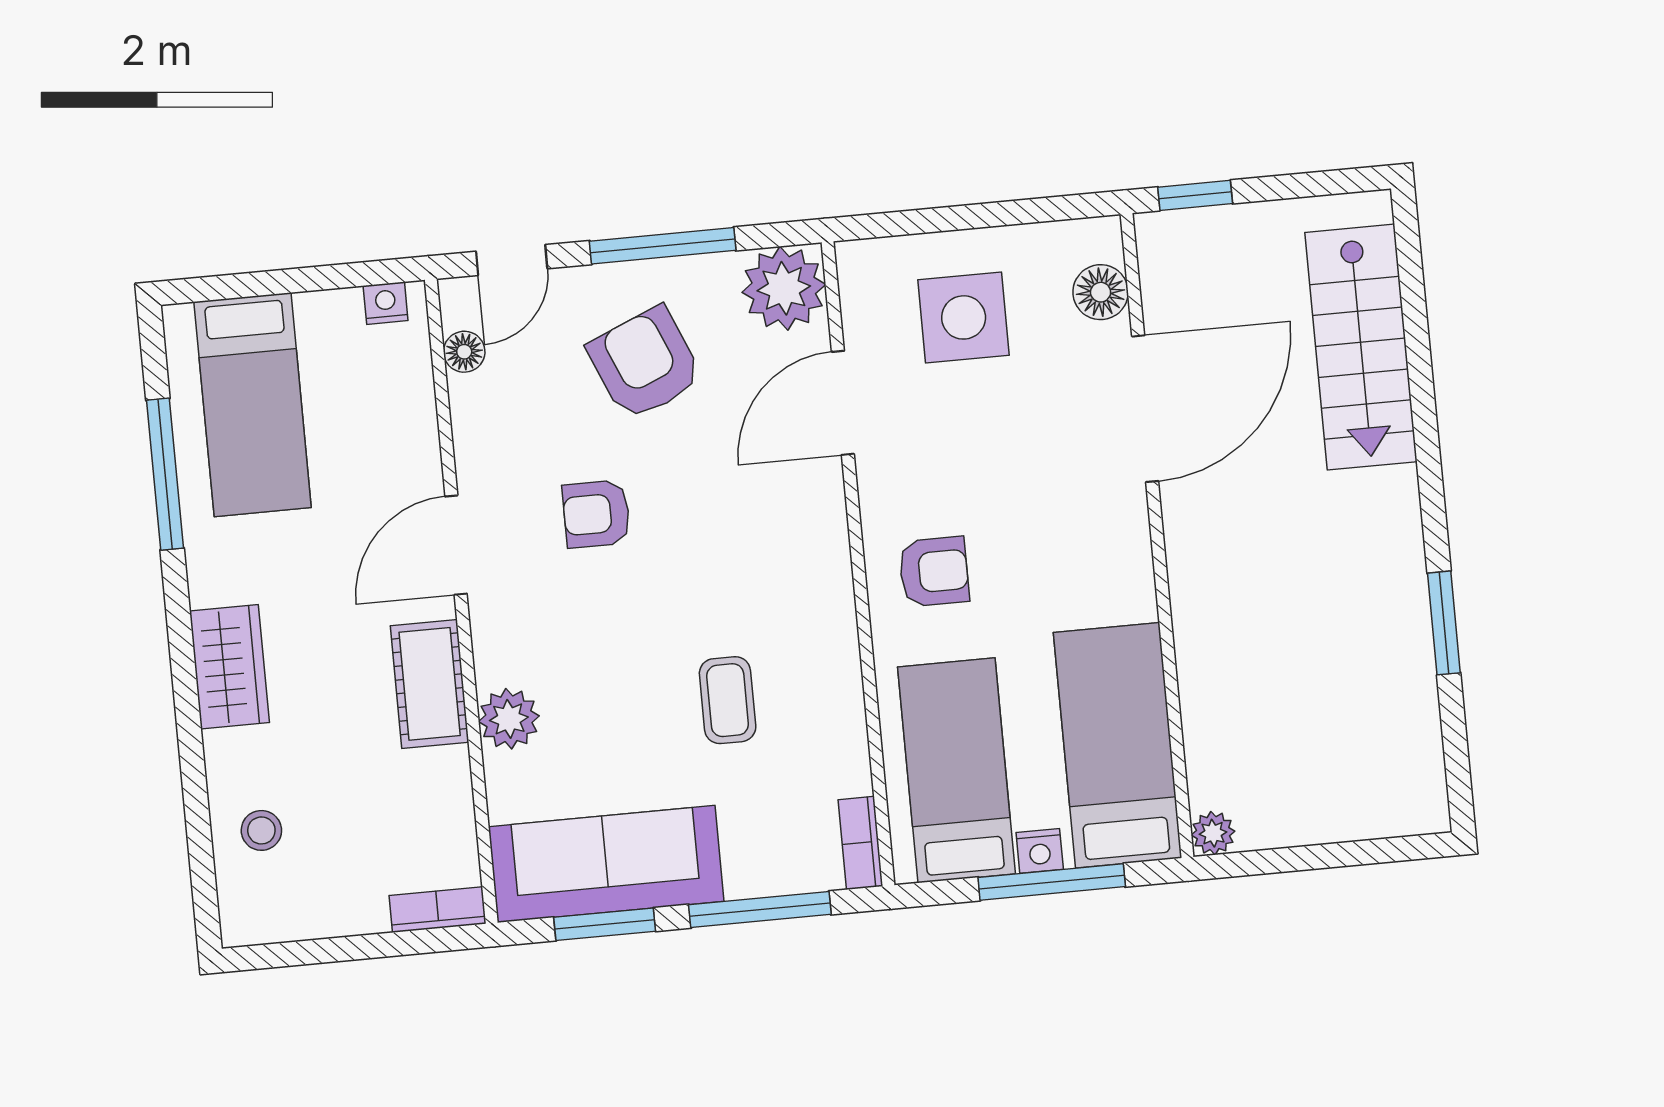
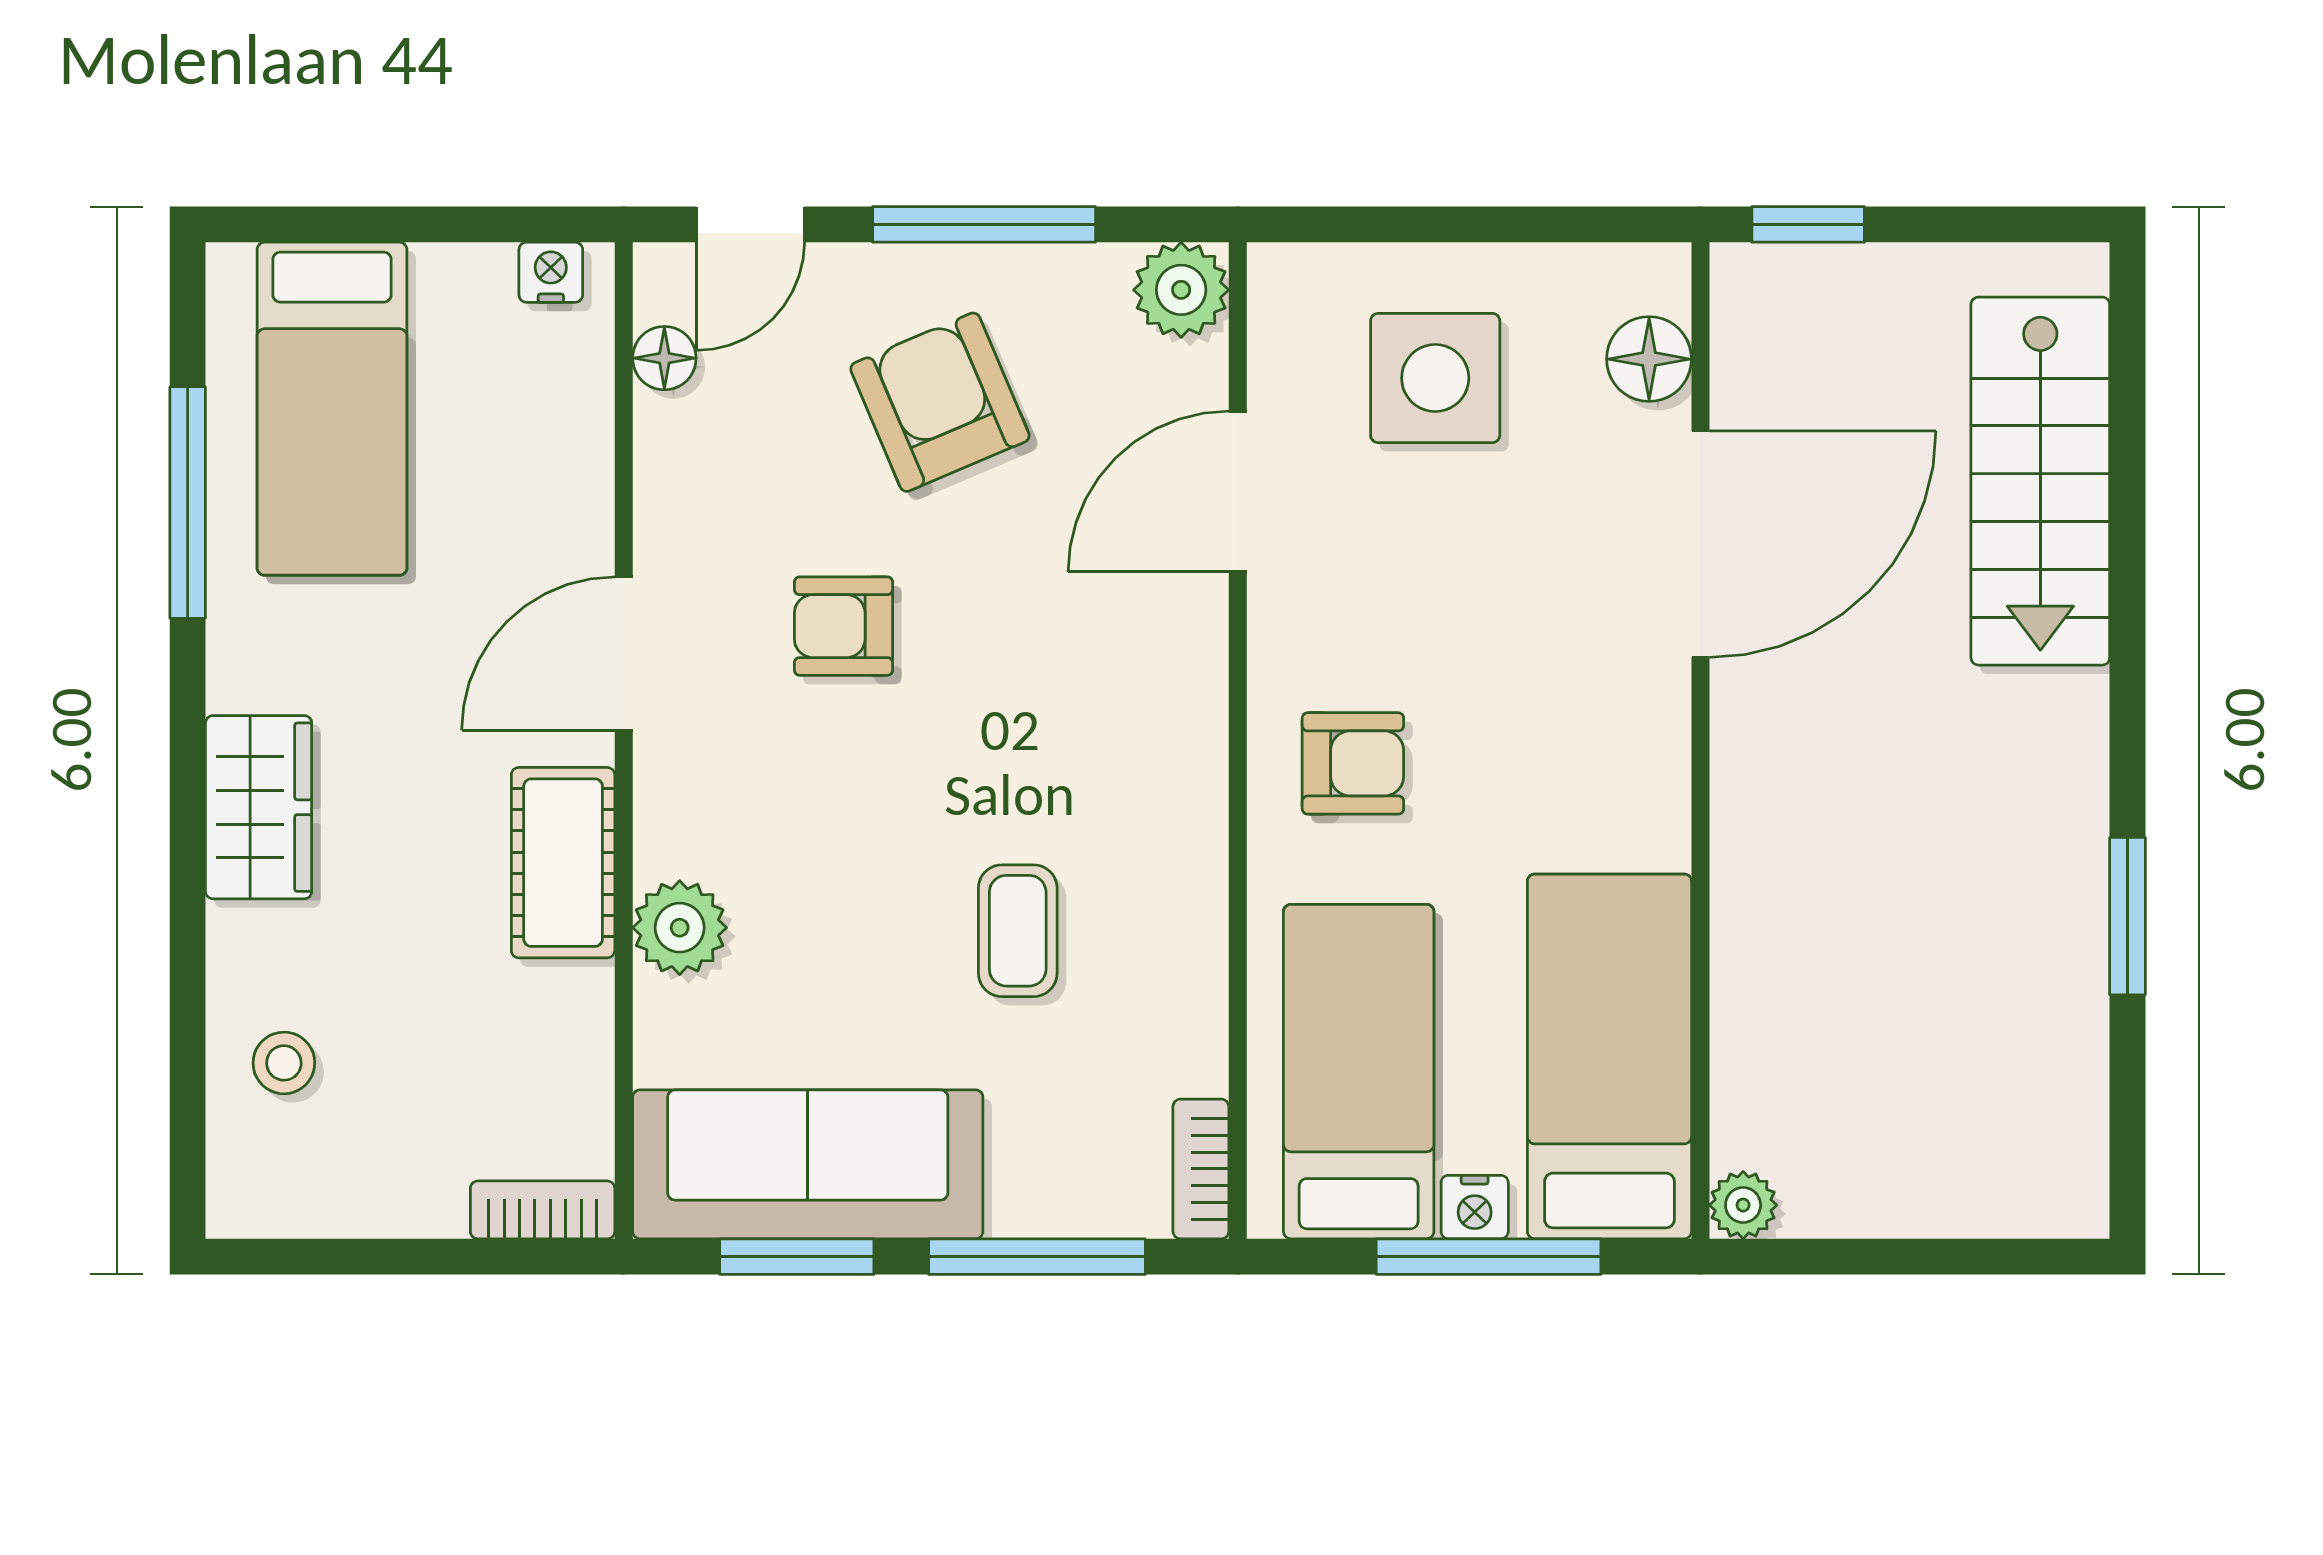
plant: (784, 288) -> (1181, 290), width x0.73, depth x0.73

